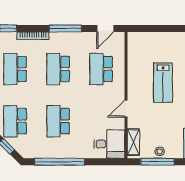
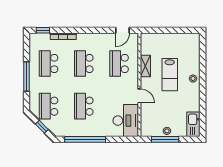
window: (65, 28) -> (90, 30), removed
door: (126, 109) -> (139, 96), swing flipped
shelving: (133, 142) -> (145, 66), moved
desk: (109, 144) -> (126, 121), width x1.37

